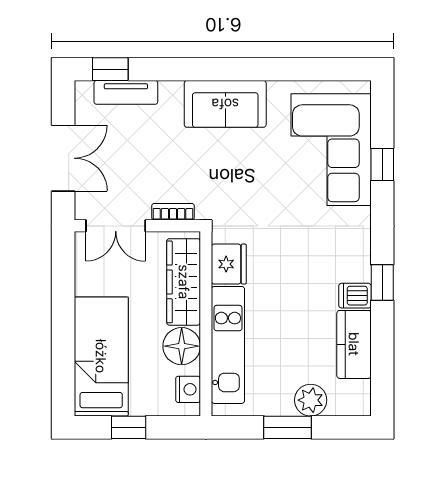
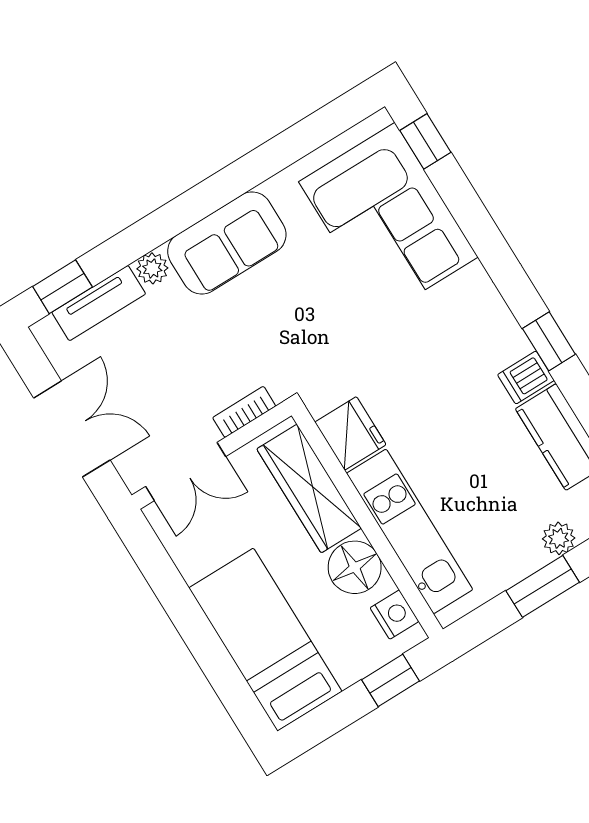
plant: (171, 91) -> (152, 268), added
window: (382, 164) -> (425, 141), moved
plant: (311, 400) -> (559, 538), width x0.73, depth x0.73
window: (129, 427) -> (391, 680), moved

